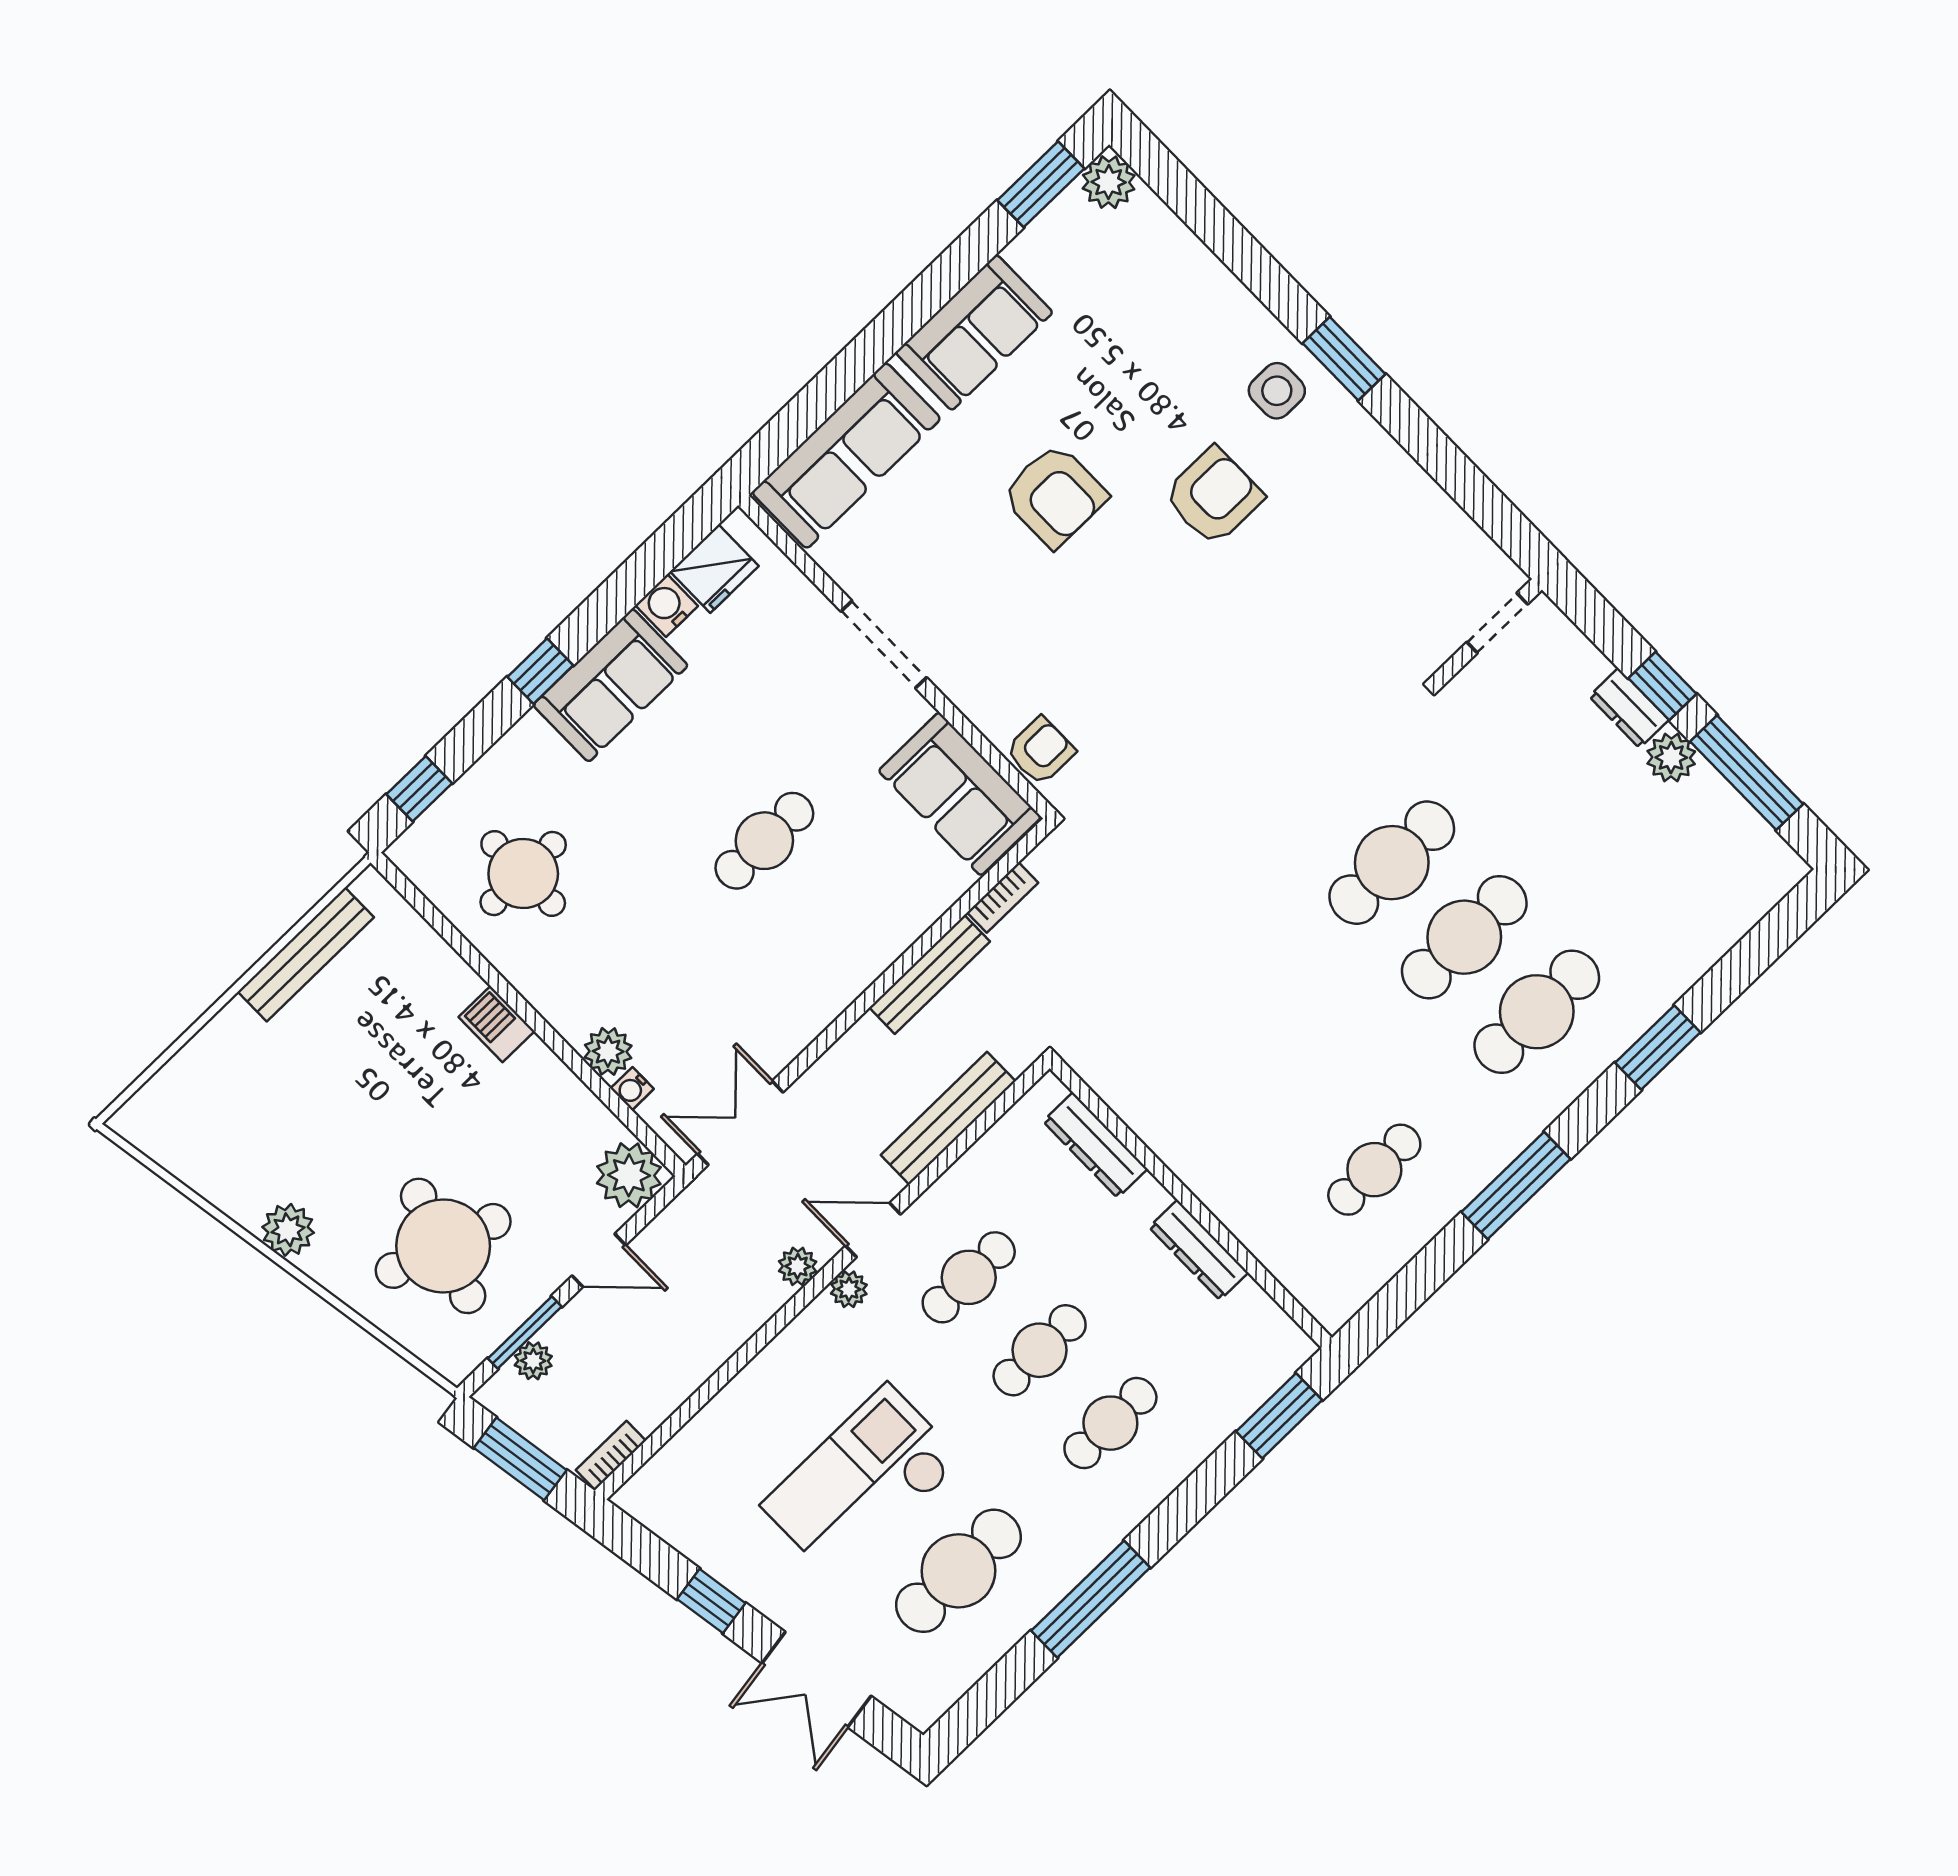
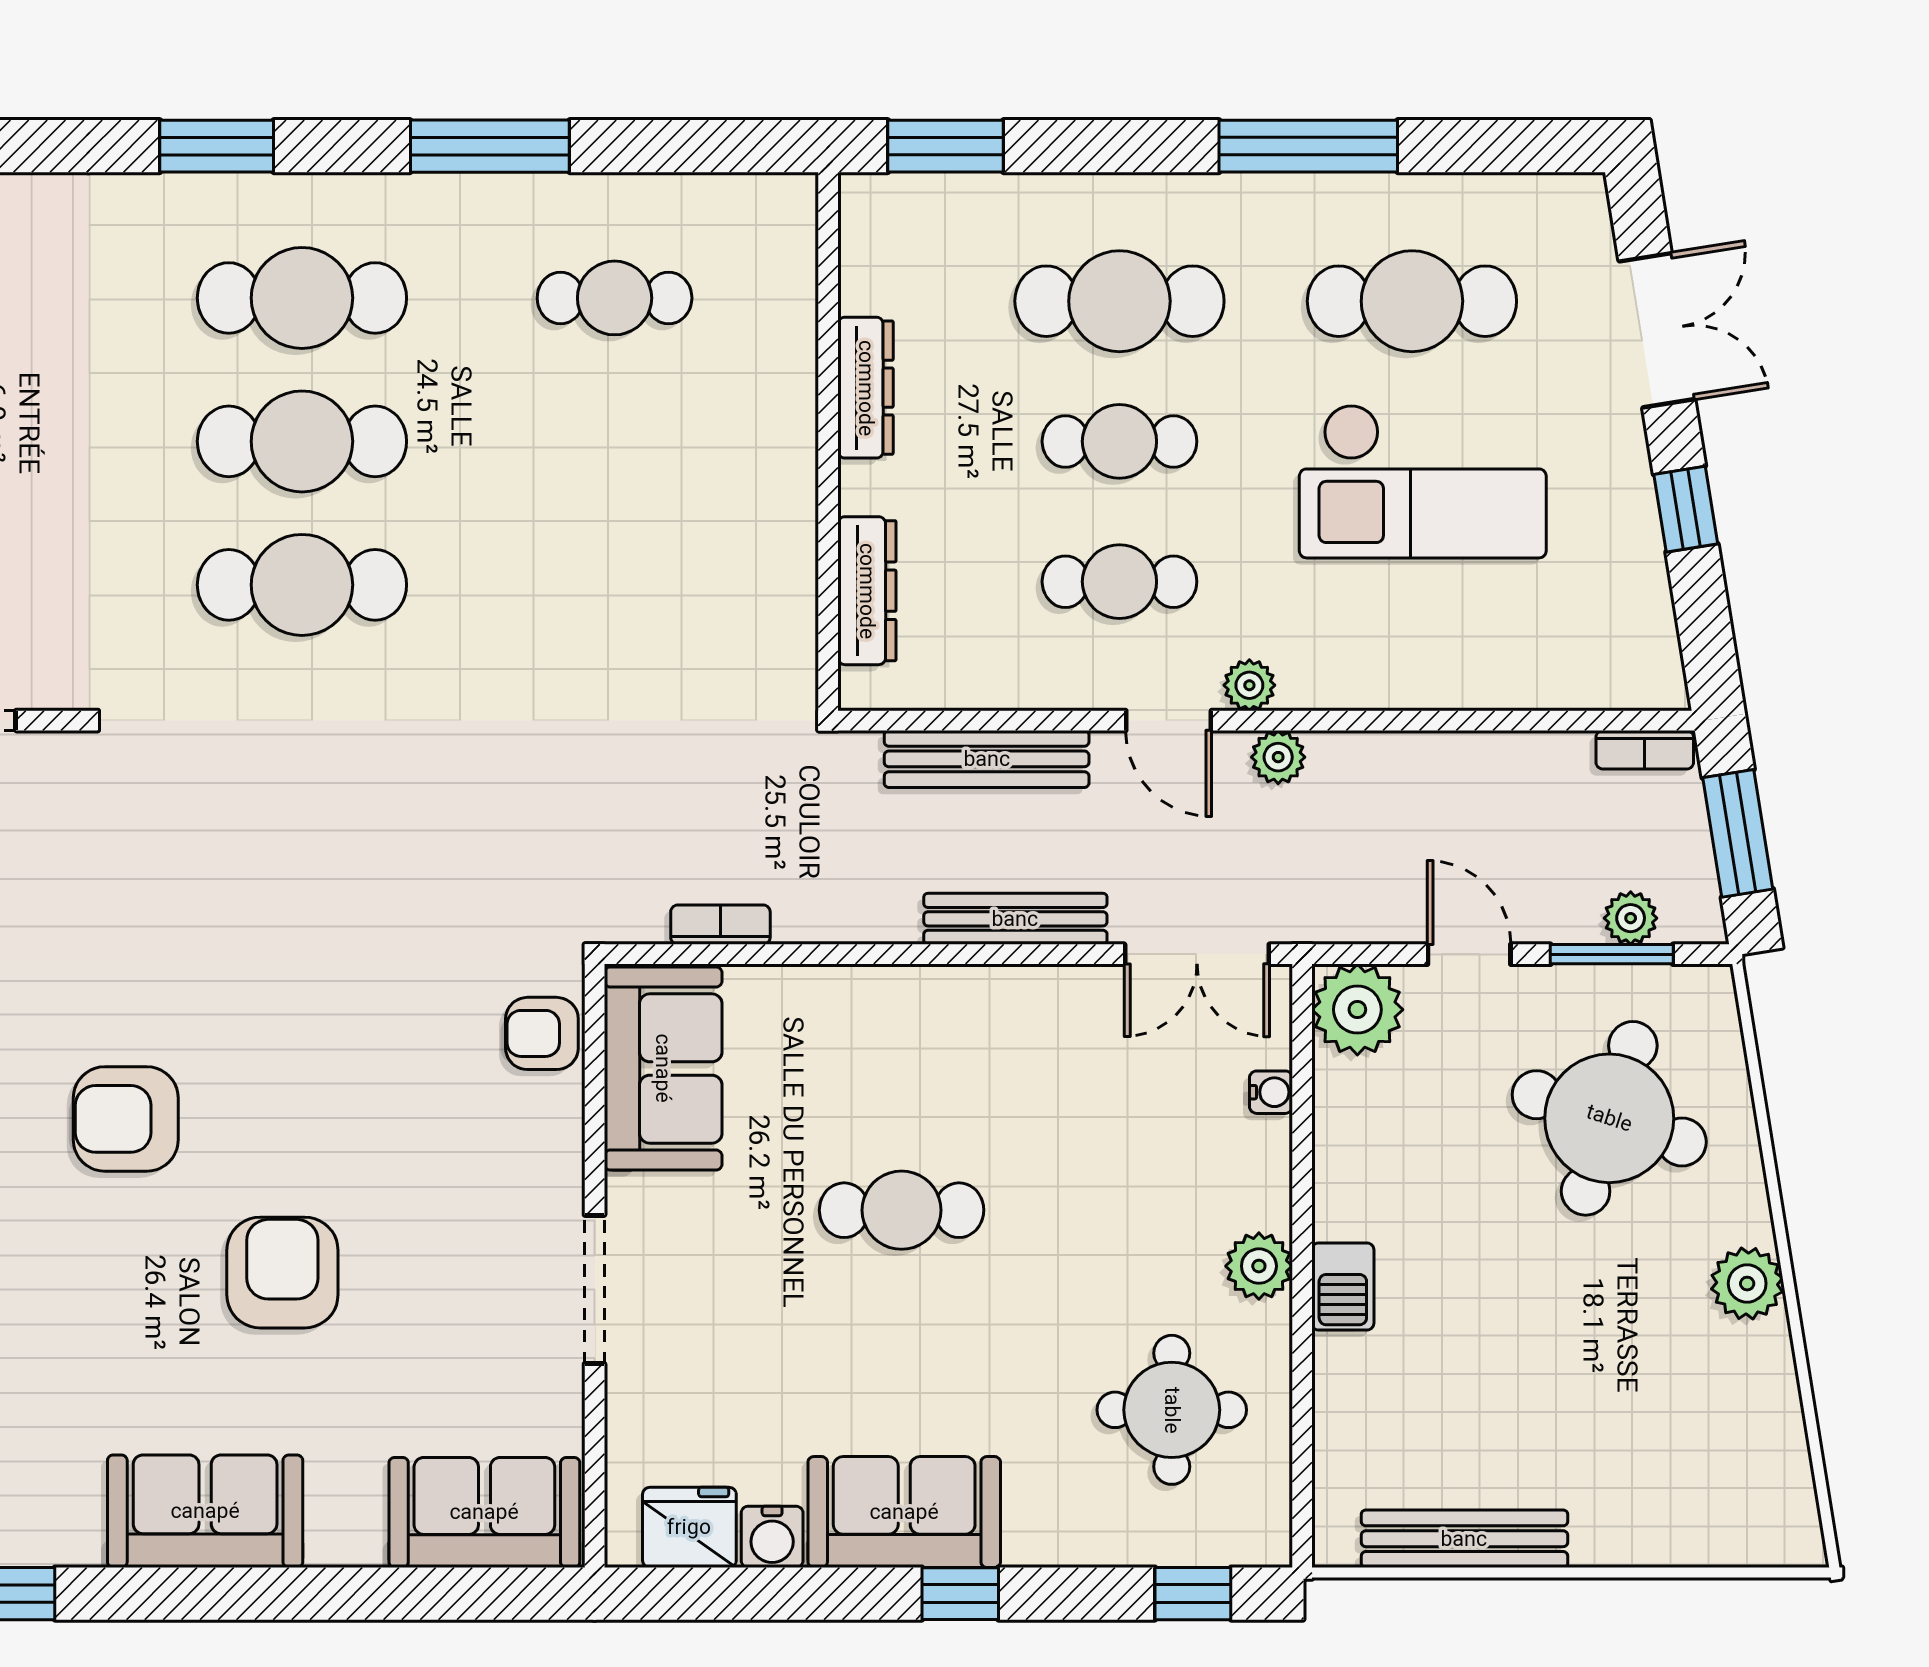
sofa: (846, 456) -> (484, 1512), width x0.73
bench: (930, 975) -> (1015, 919), moved
plant: (608, 1051) -> (1259, 1266), moved
cafe table: (1110, 1423) -> (1119, 301), width x1.37, depth x1.35

